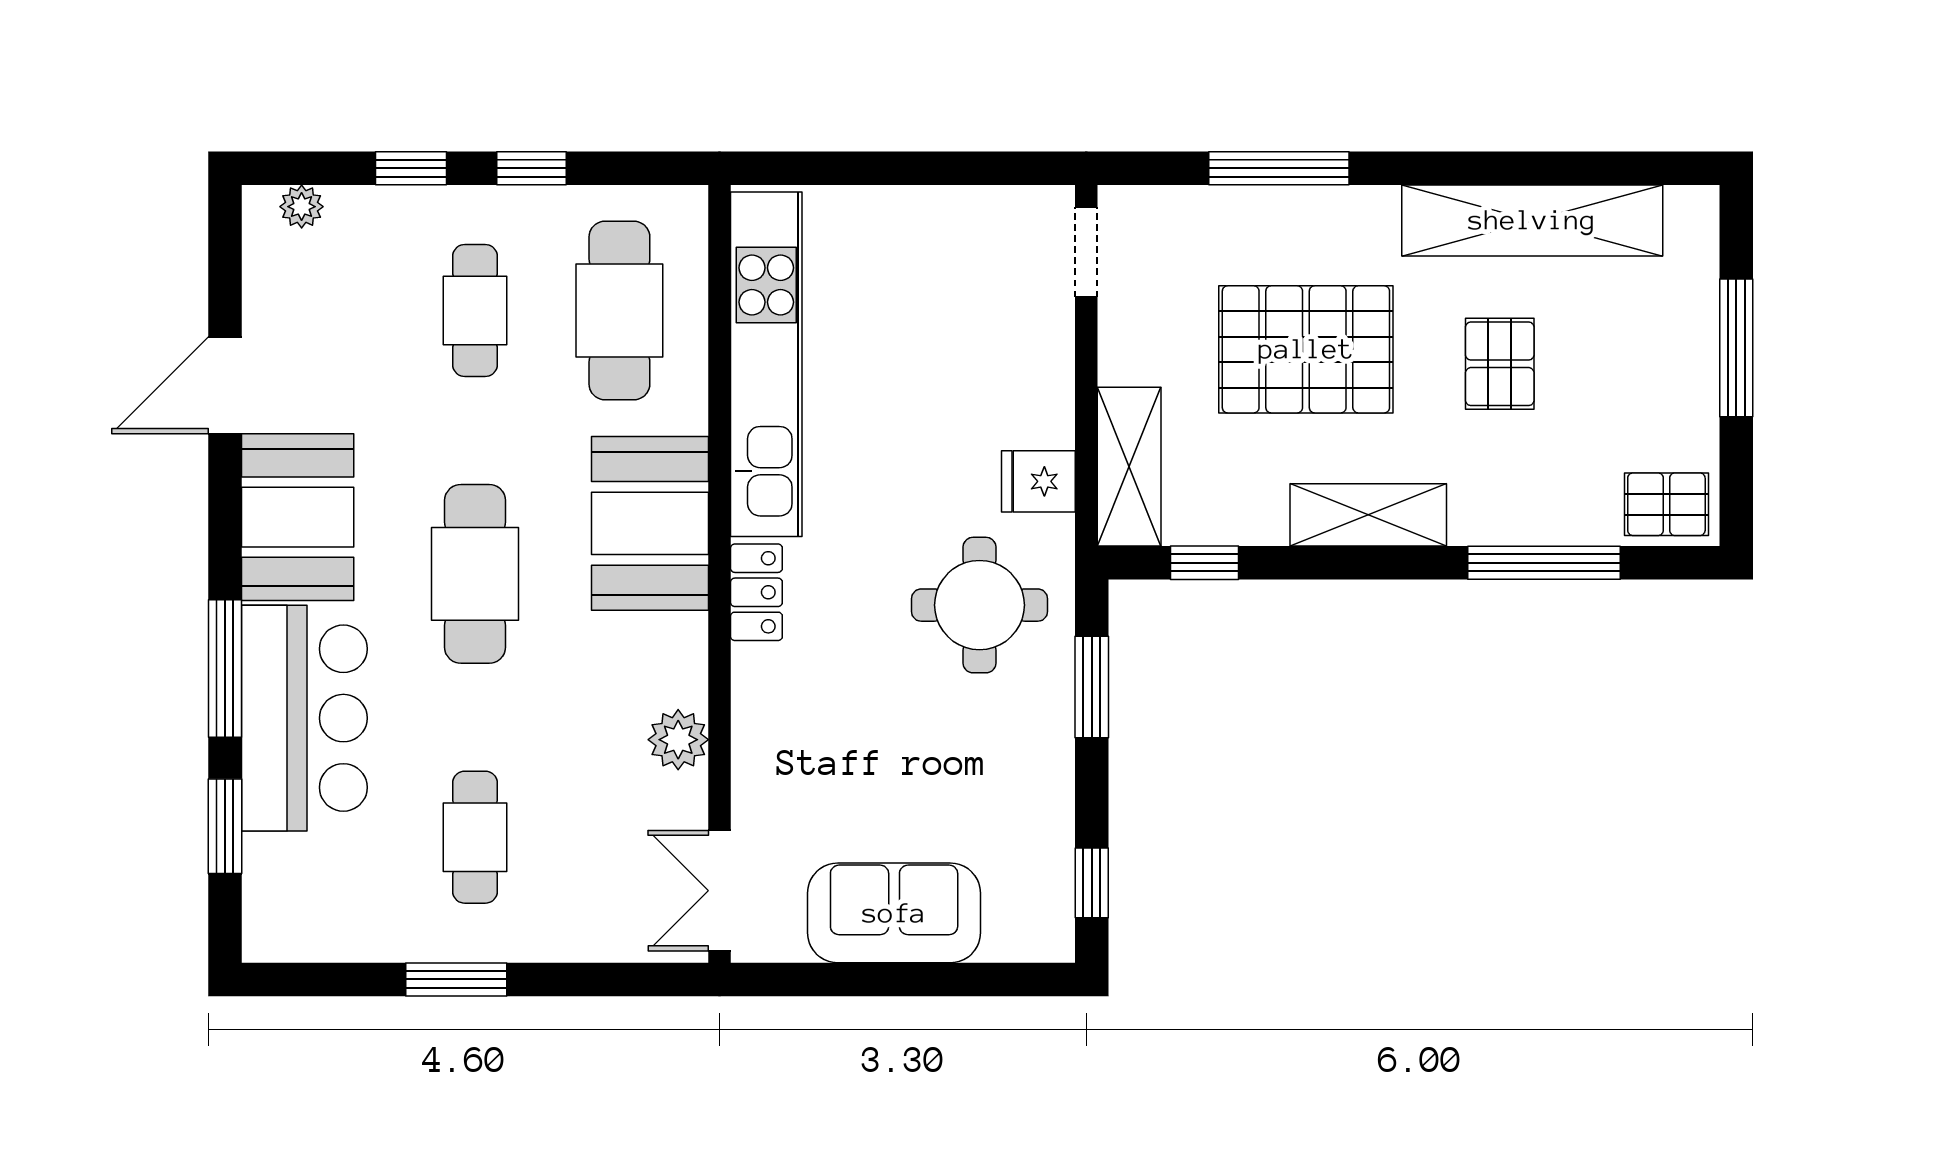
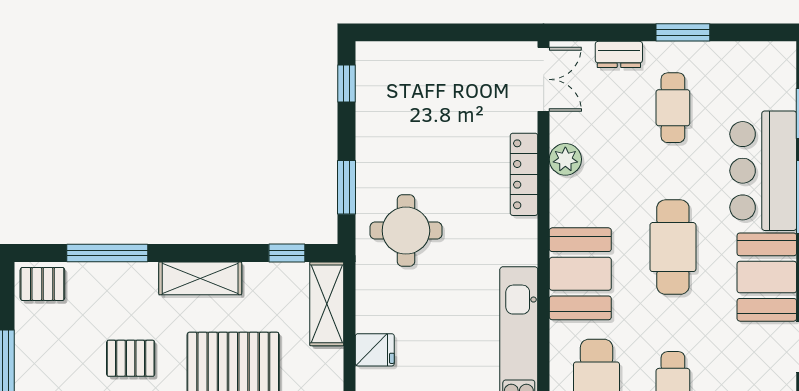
pallet: (1500, 364) -> (131, 358), turned 90
fridge: (1038, 481) -> (375, 350), moved
locker: (756, 592) -> (524, 174), moved, width x1.53
sofa: (894, 913) -> (451, 68), removed
dresser: (577, 938) -> (619, 54), added

